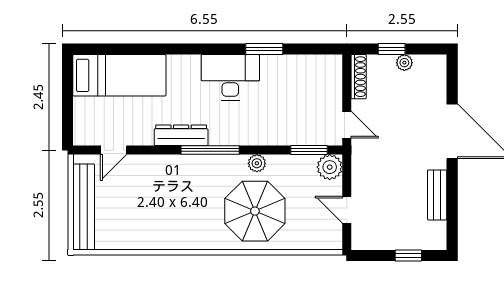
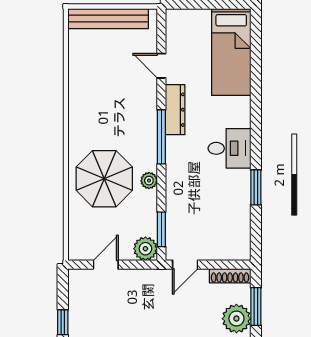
window: (392, 49) -> (256, 307), width x1.50
plant: (404, 63) -> (236, 319), width x1.88, depth x1.88
desk: (230, 77) -> (229, 148), width x0.73
door: (113, 150) -> (161, 66), moved

